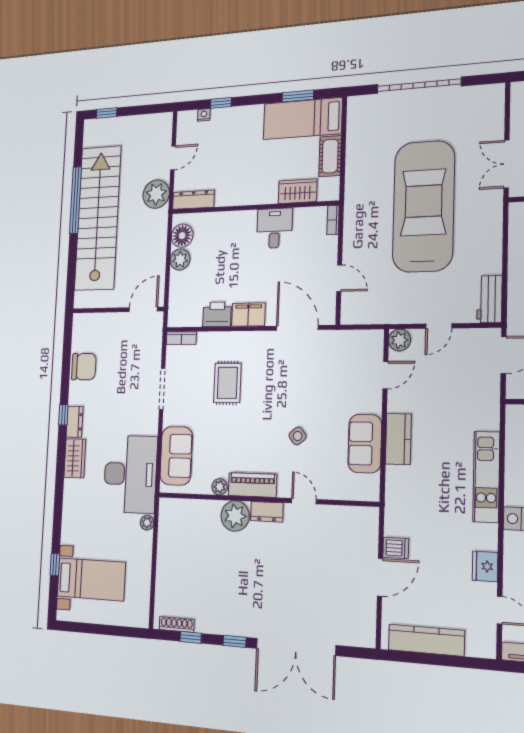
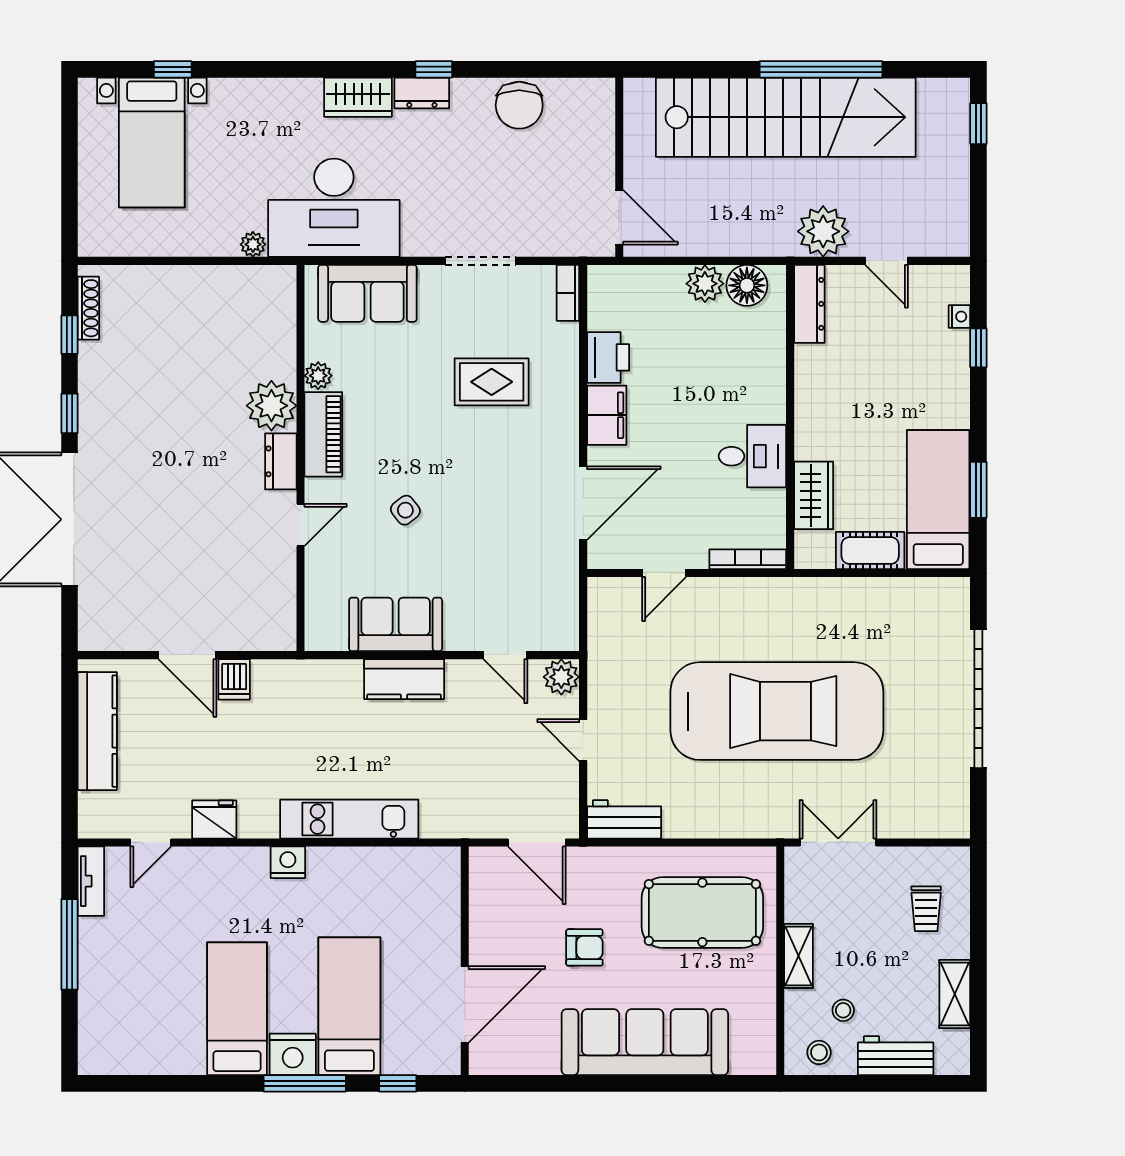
bookcase: (333, 220) -> (748, 559), width x1.56

